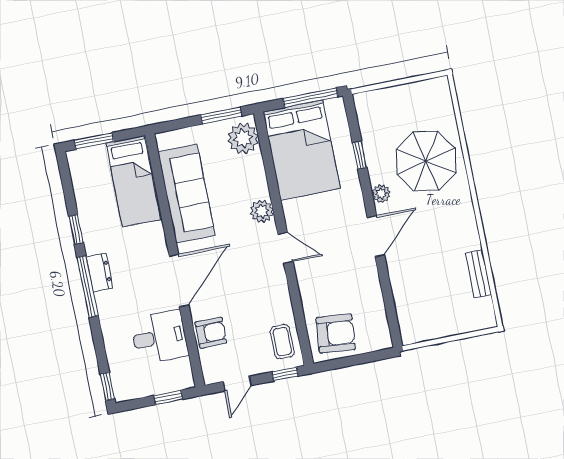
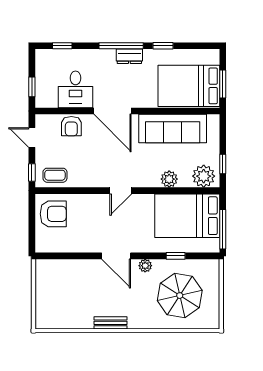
window: (221, 115) -> (223, 164), width x0.67
window: (94, 141) -> (223, 84), moved
parasol: (426, 161) -> (180, 296), moved
bed: (133, 181) -> (189, 86), width x1.50
plant: (262, 211) -> (169, 179), moved
bench: (478, 274) -> (110, 323), moved
armchair: (336, 333) -> (53, 214), turned -95
window: (107, 387) -> (62, 46), moved

